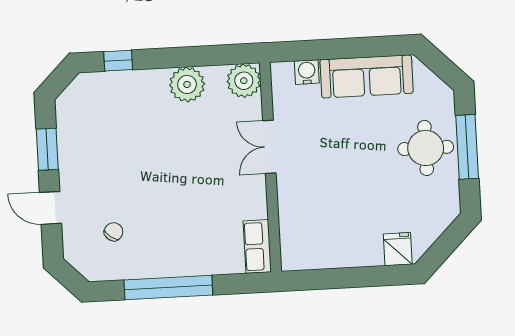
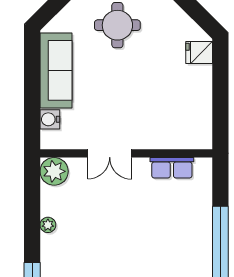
plant: (187, 84) -> (48, 225), width x0.53, depth x0.53
row of seats: (257, 246) -> (172, 168), moved

